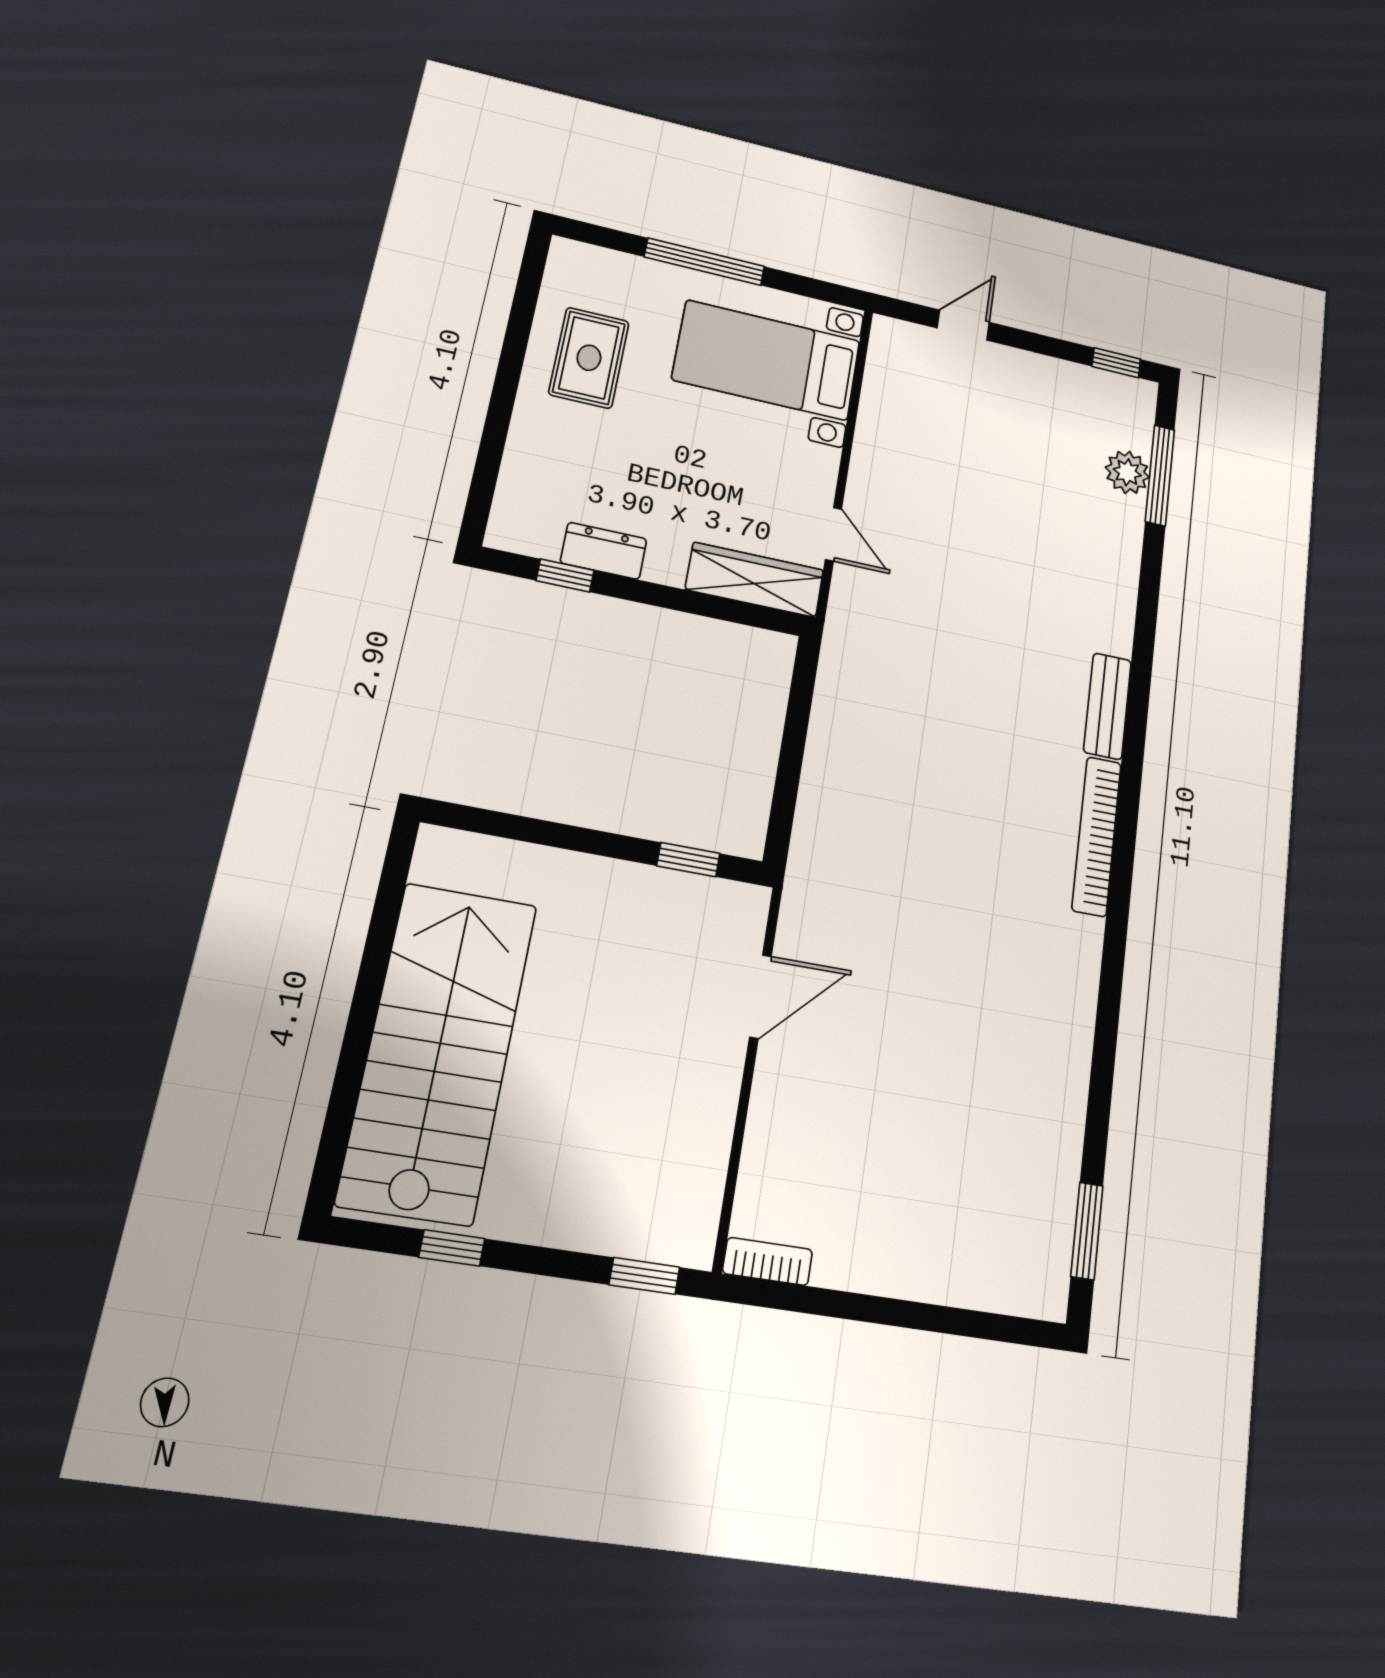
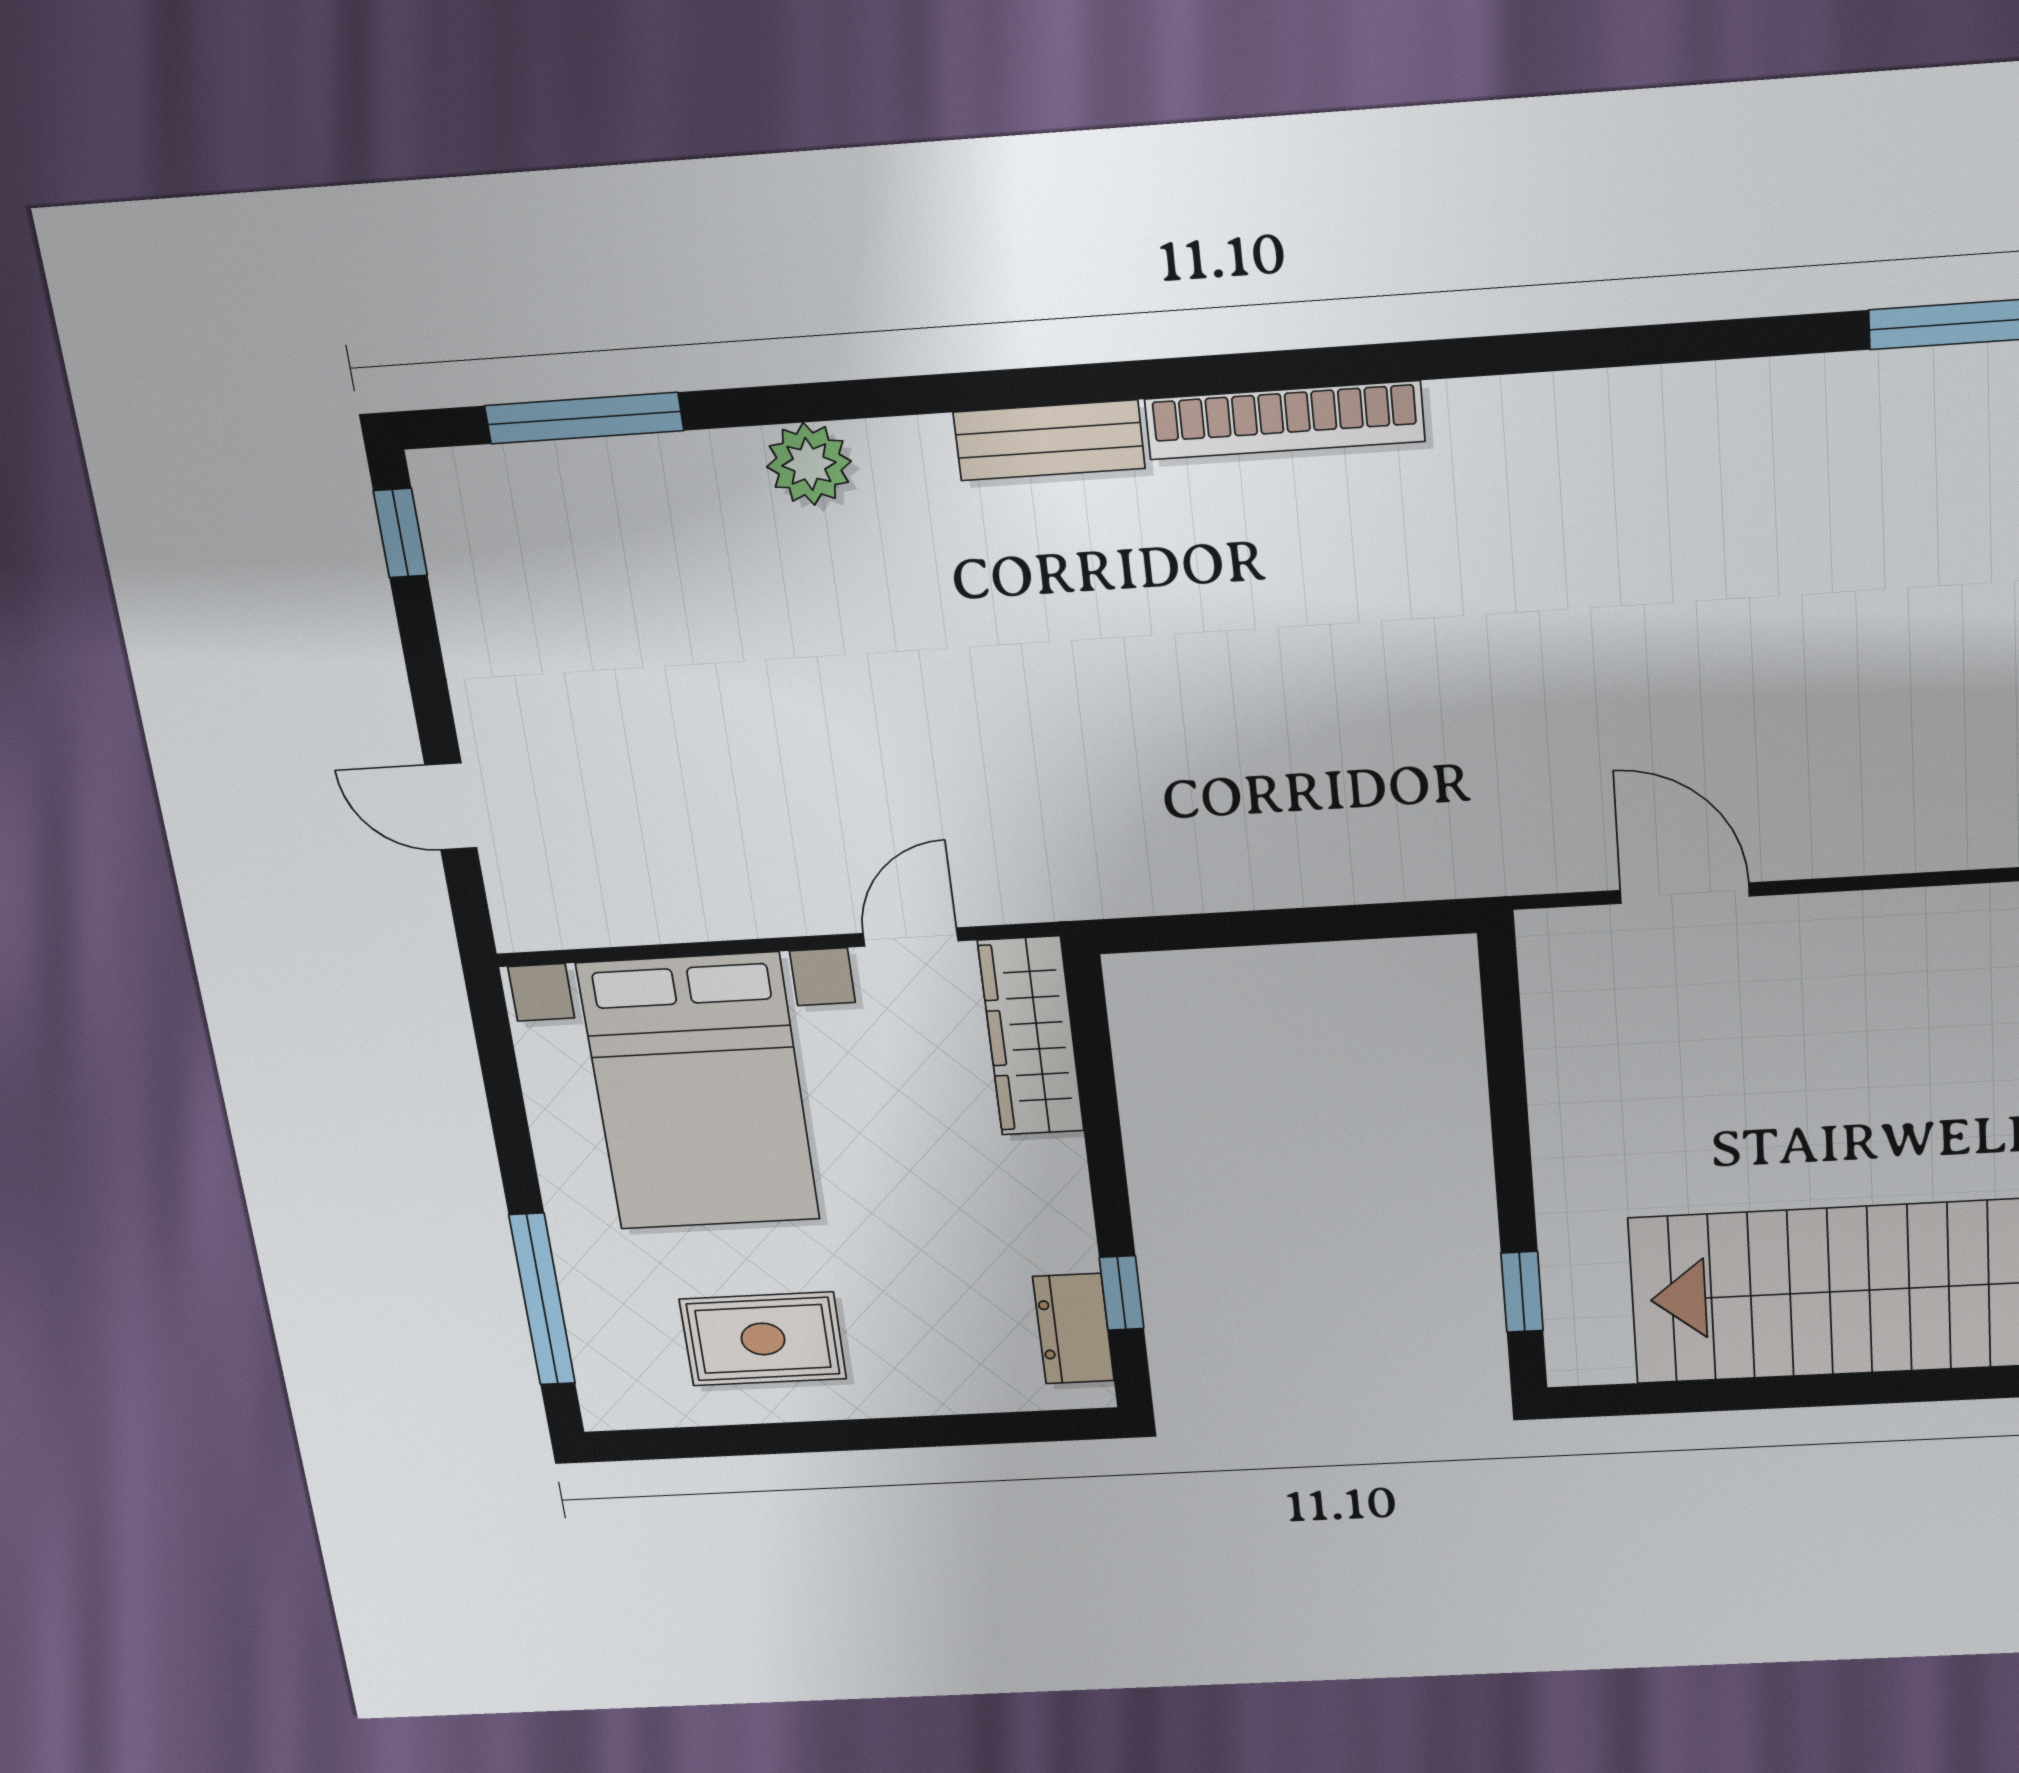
window: (705, 262) -> (542, 1300), moved
bed with nightstands: (767, 360) -> (699, 1092), width x1.36
plant: (1127, 472) -> (809, 464), moved
dresser: (604, 551) -> (1073, 1329), moved
window: (688, 860) -> (1522, 1292), moved

